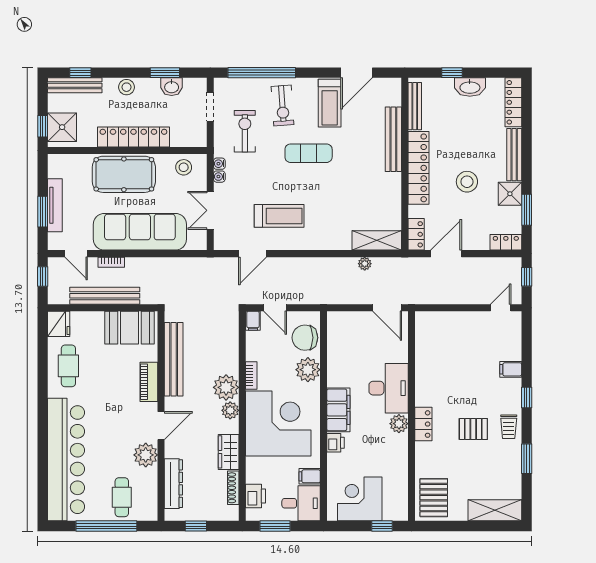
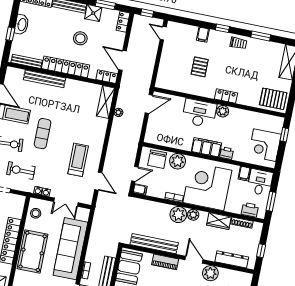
pallet: (473, 429) -> (200, 67), moved

